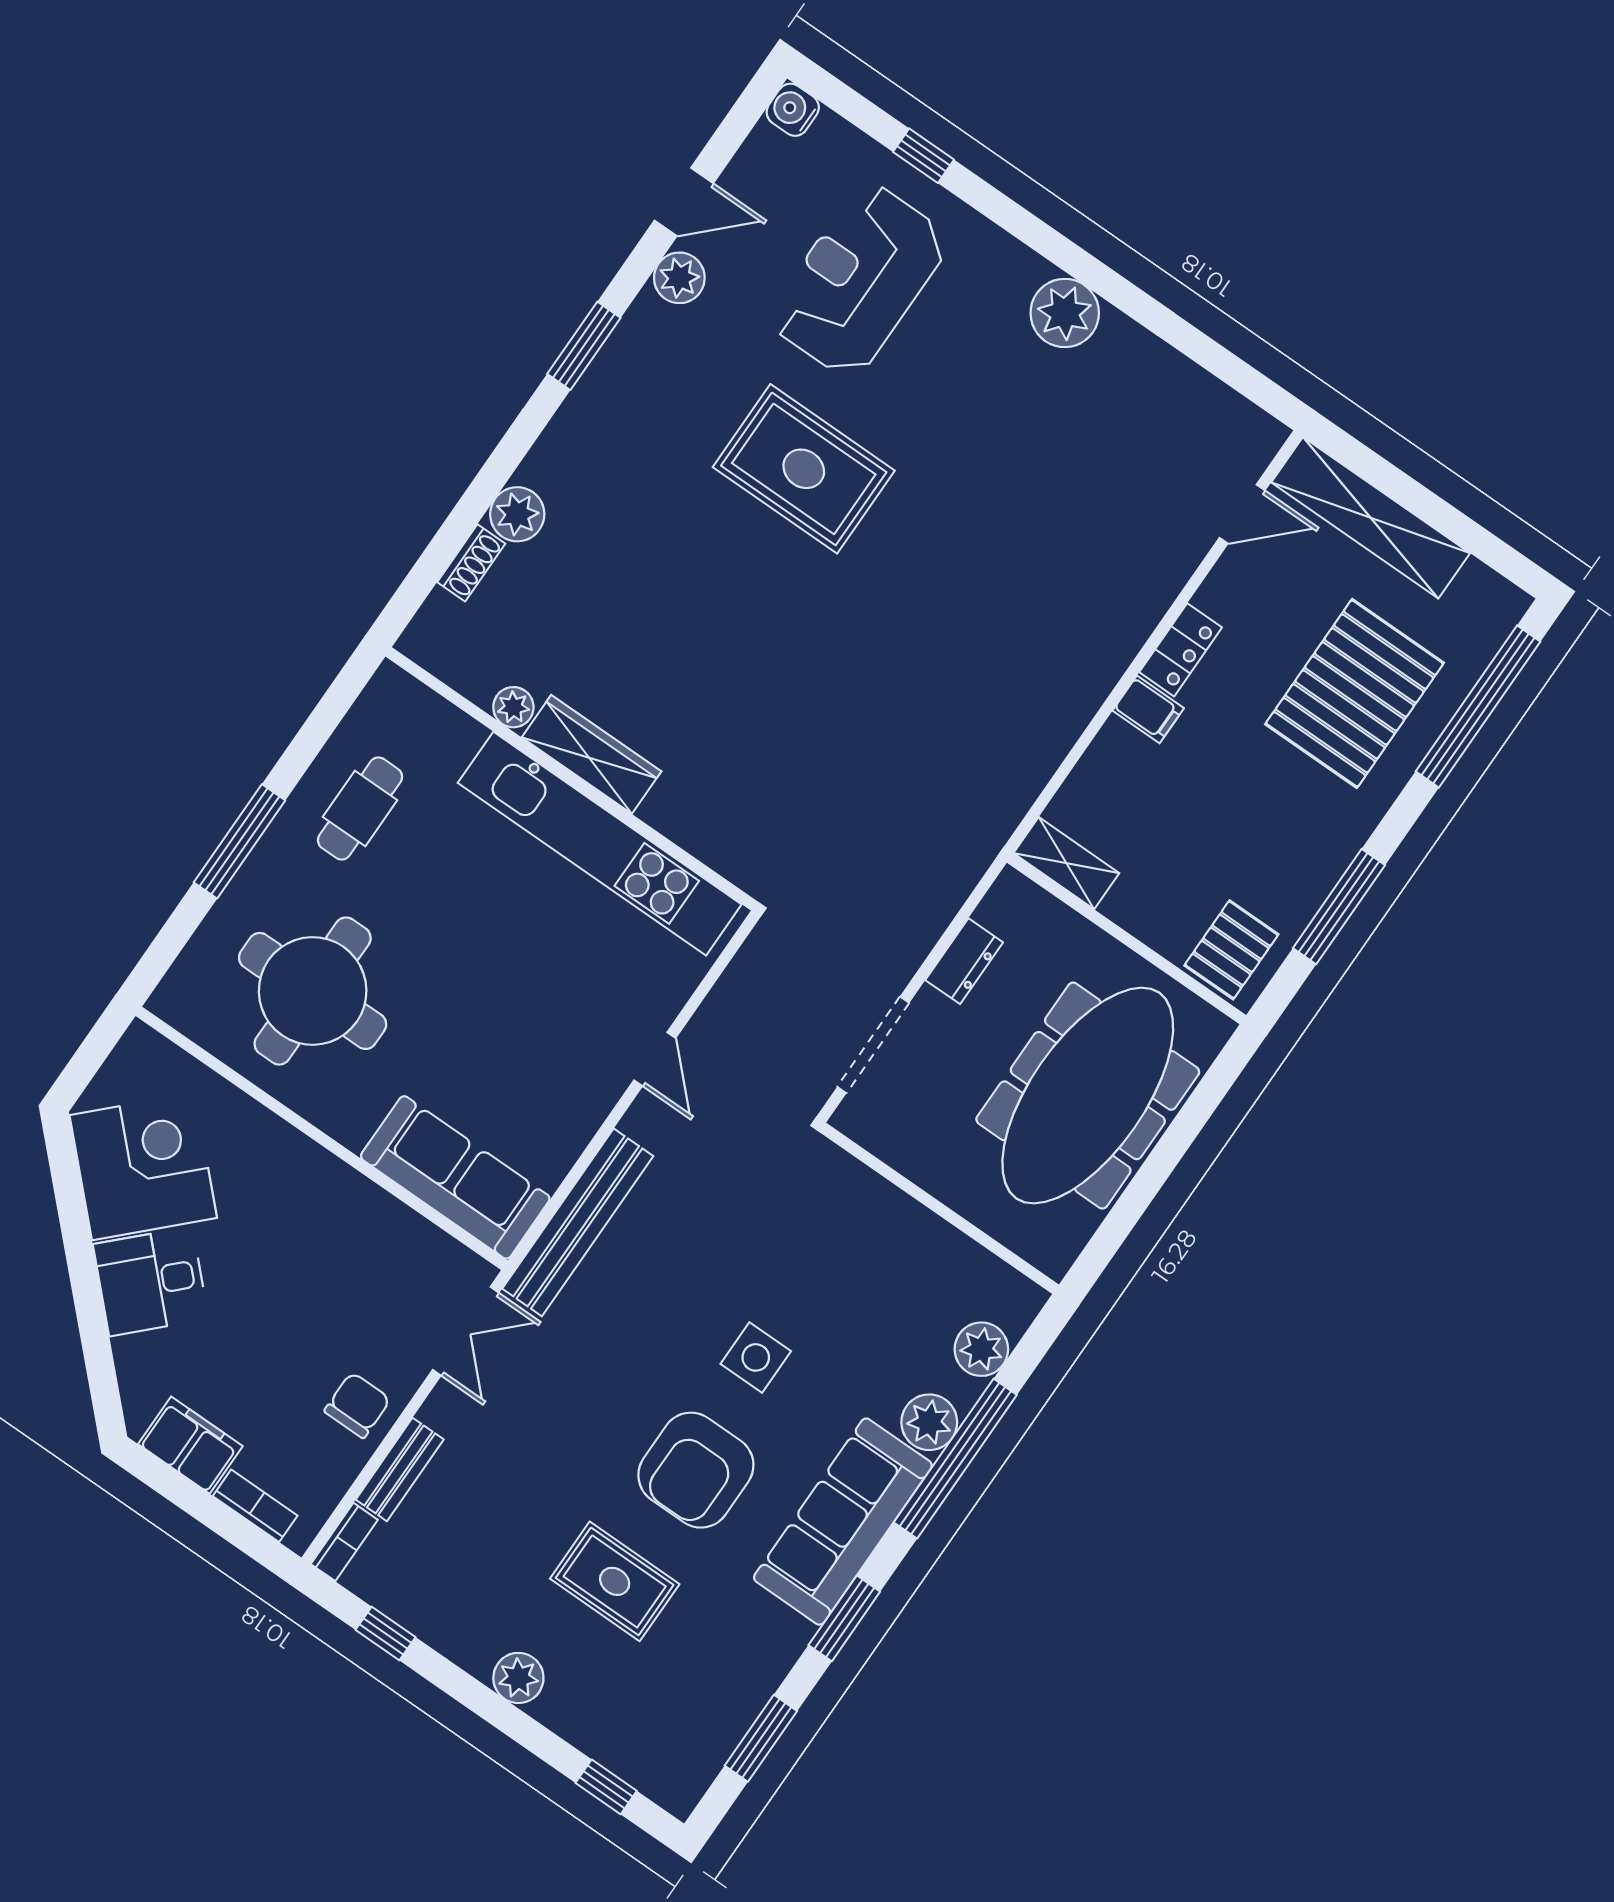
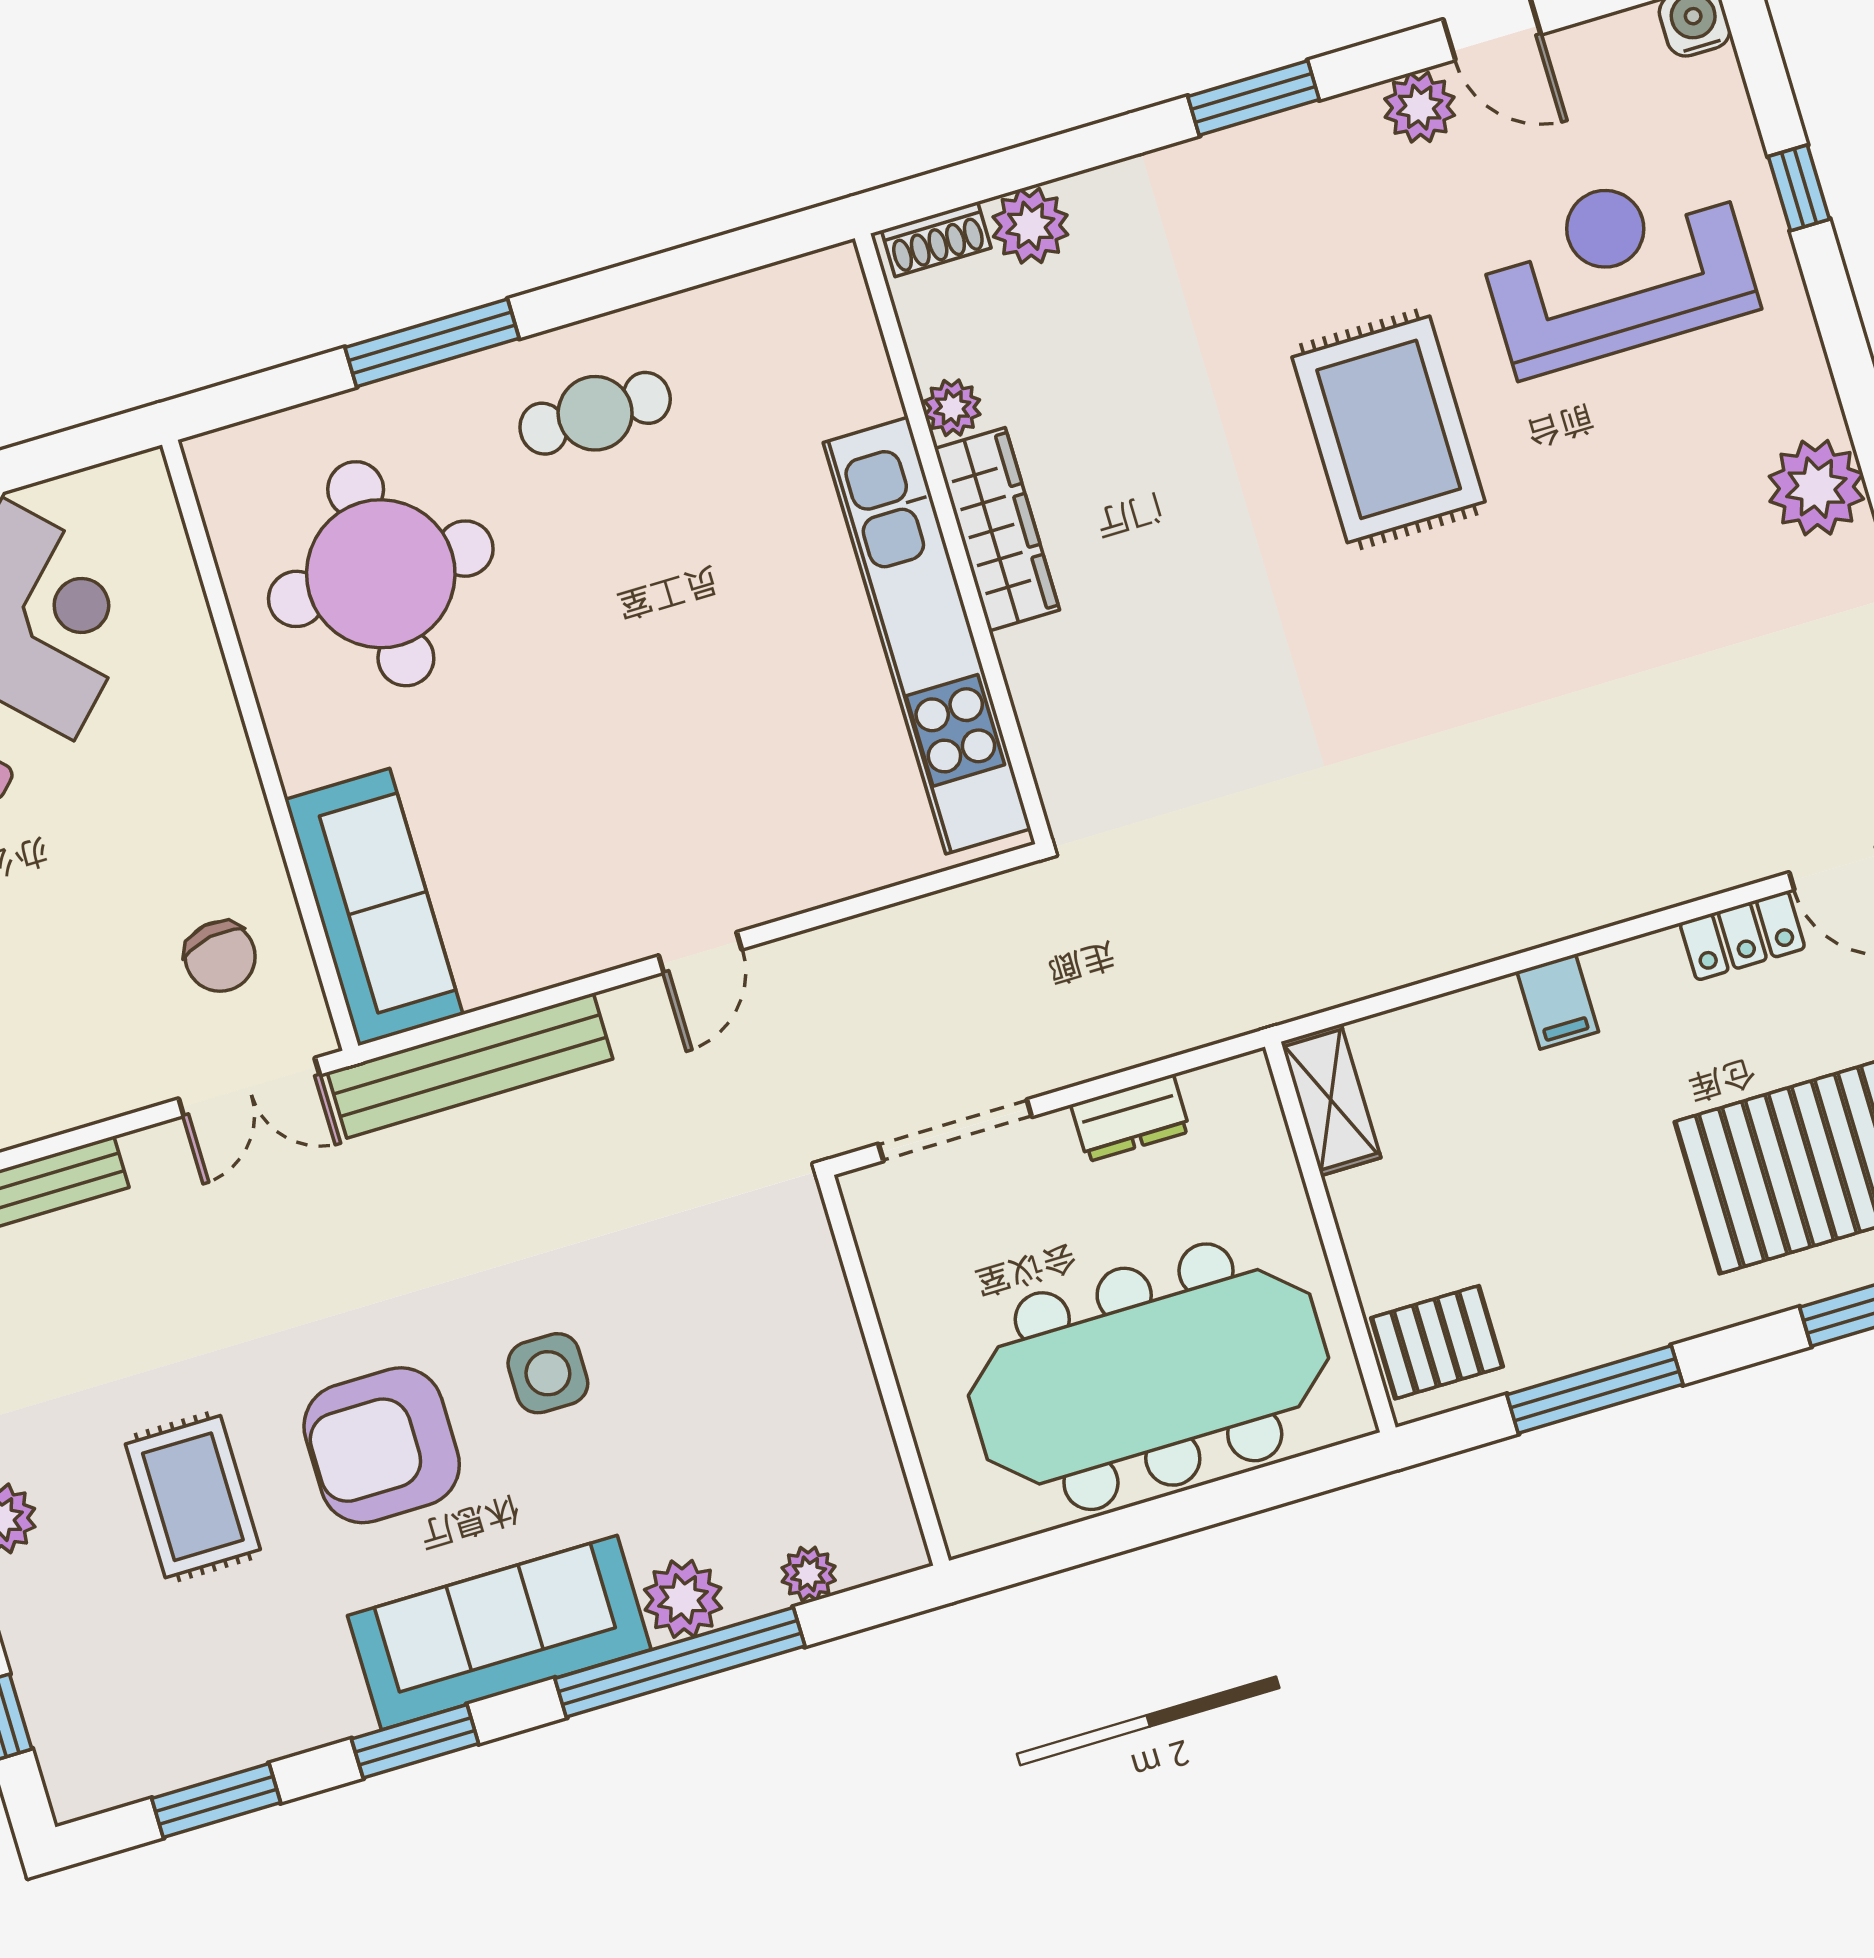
locker: (1181, 650) -> (1742, 936), moved
plant: (513, 707) -> (952, 408), moved
wardrobe: (591, 754) -> (997, 529), moved
wall: (571, 779) -> (953, 539), moved
kitchen unit: (600, 844) -> (927, 636), moved
plant: (981, 1349) -> (809, 1574), width x0.73, depth x0.73
chair: (357, 1405) -> (220, 956), moved, turned 80

